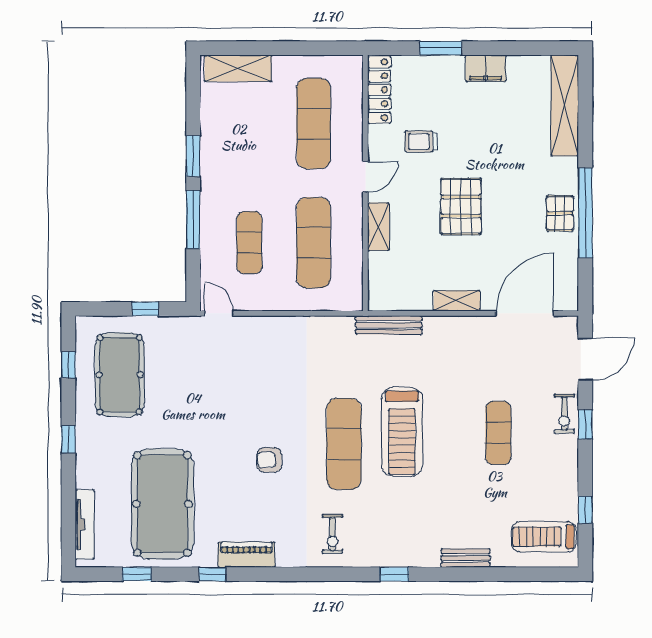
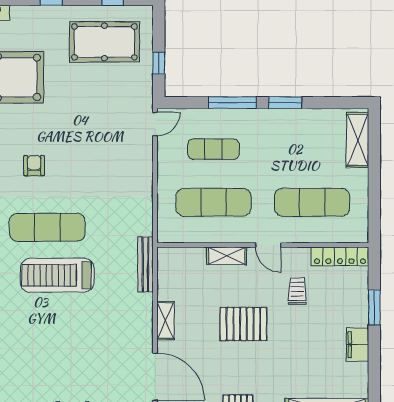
exercise mat: (498, 433) -> (56, 355), removed

